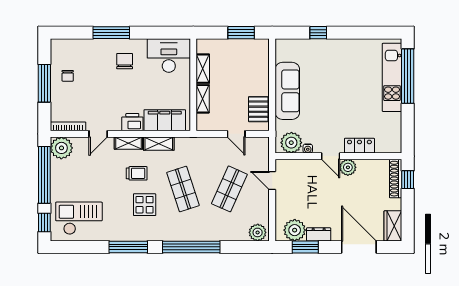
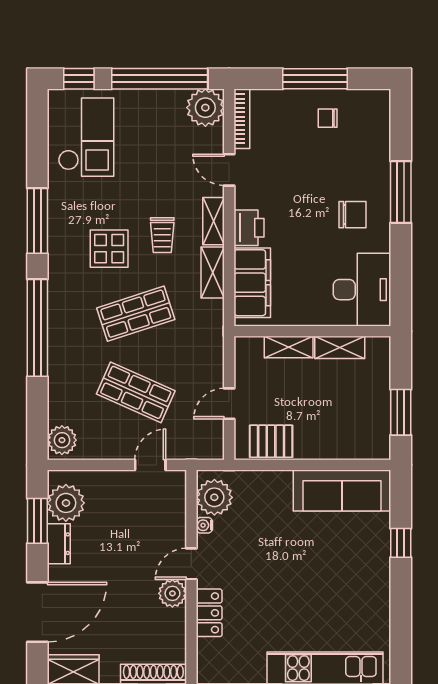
sofa: (287, 91) -> (342, 491), moved

